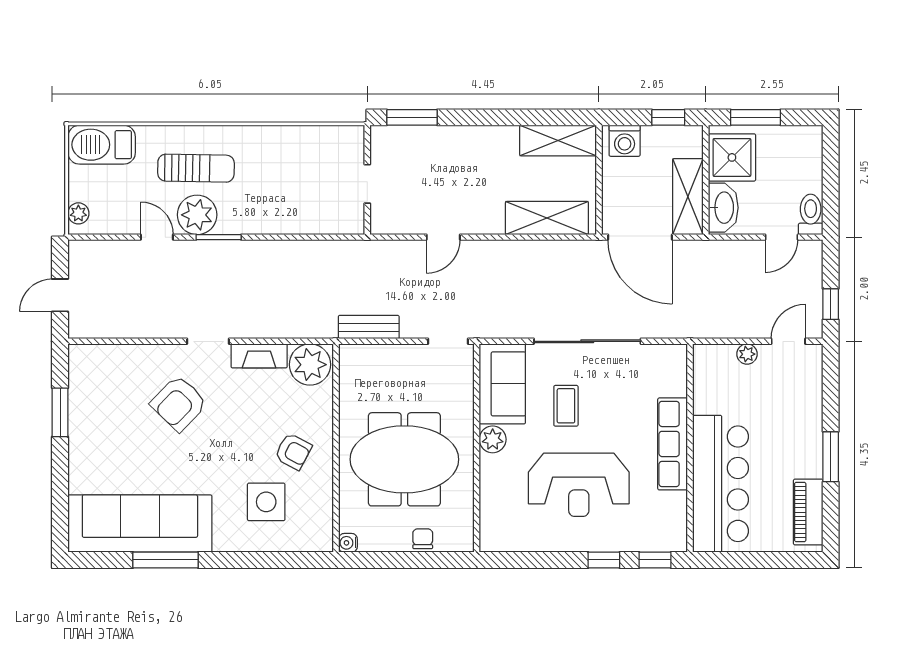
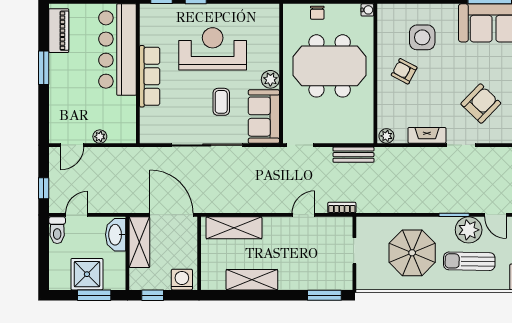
shelving: (558, 141) -> (252, 280), moved
shower: (732, 157) -> (87, 274), moved
parasol: (281, 181) -> (412, 253), added
bookcase: (386, 248) -> (342, 208), added
window: (831, 304) -> (44, 188), moved
plant: (310, 365) -> (386, 136), width x0.53, depth x0.53

